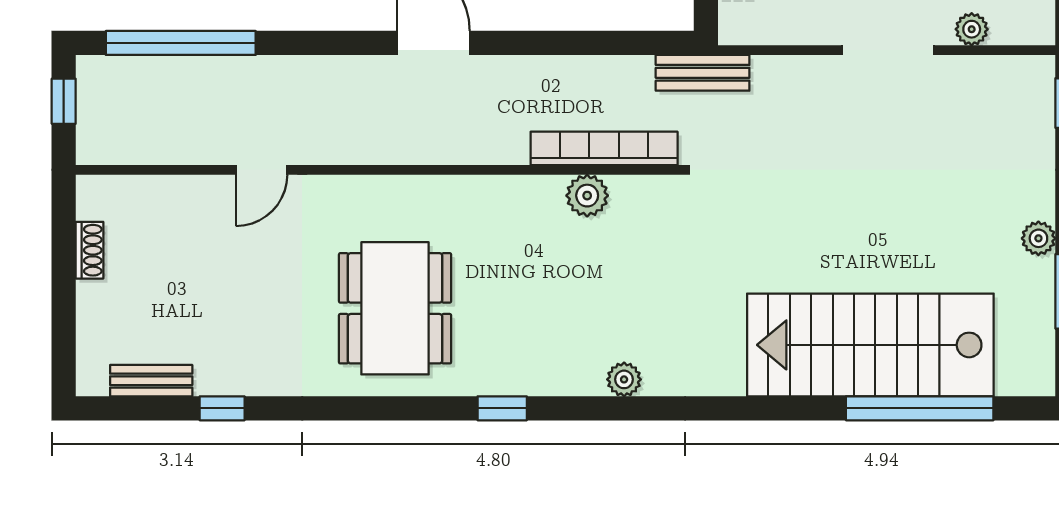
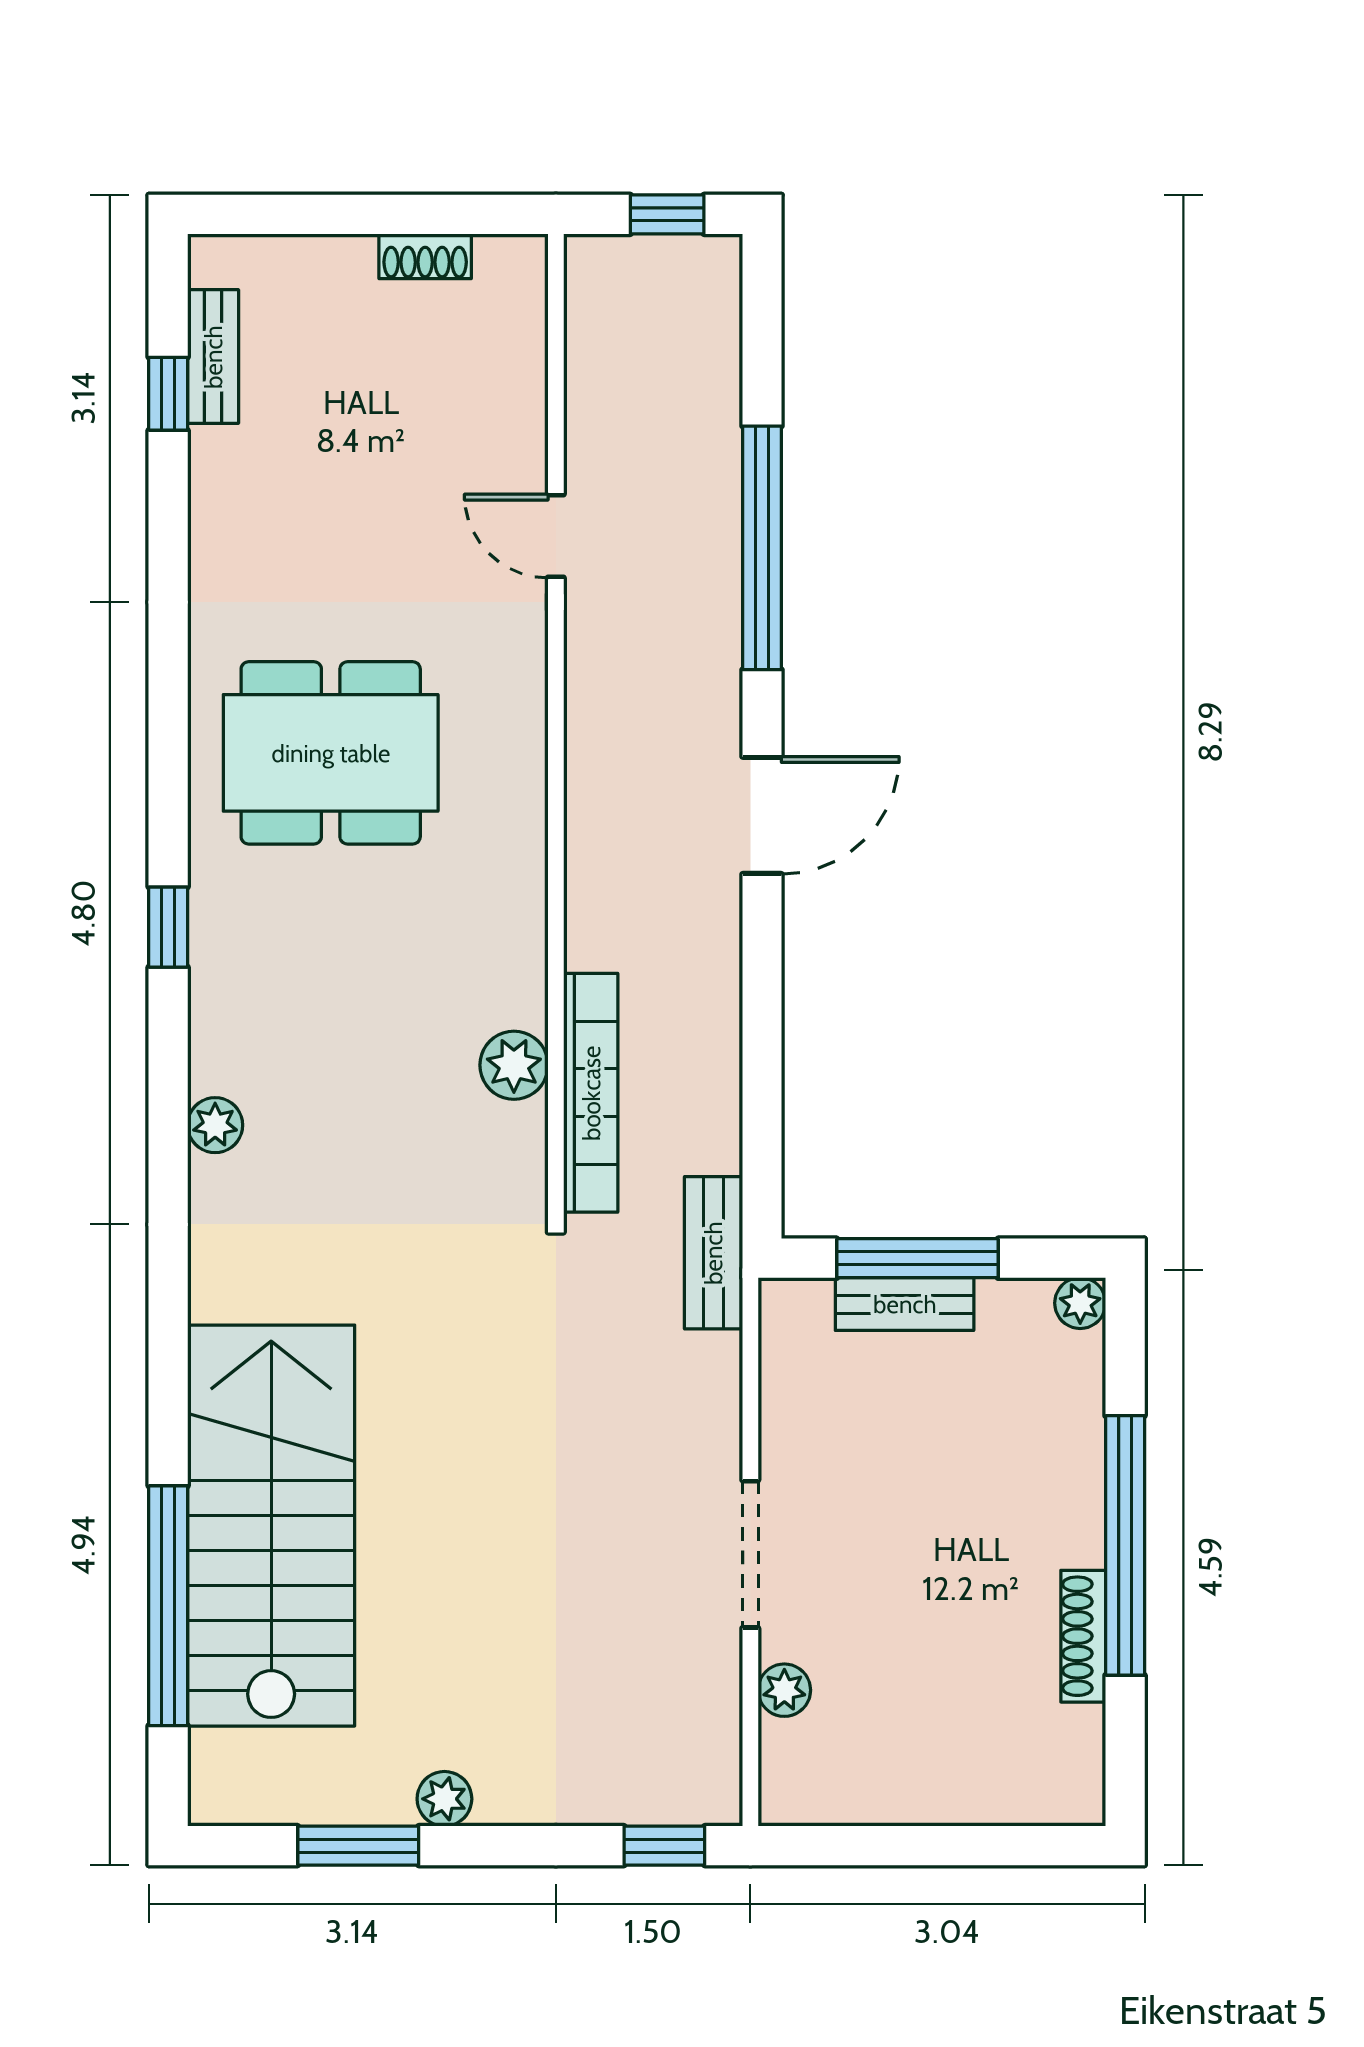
window: (181, 43) -> (762, 548), moved
window: (222, 408) -> (168, 394), moved

